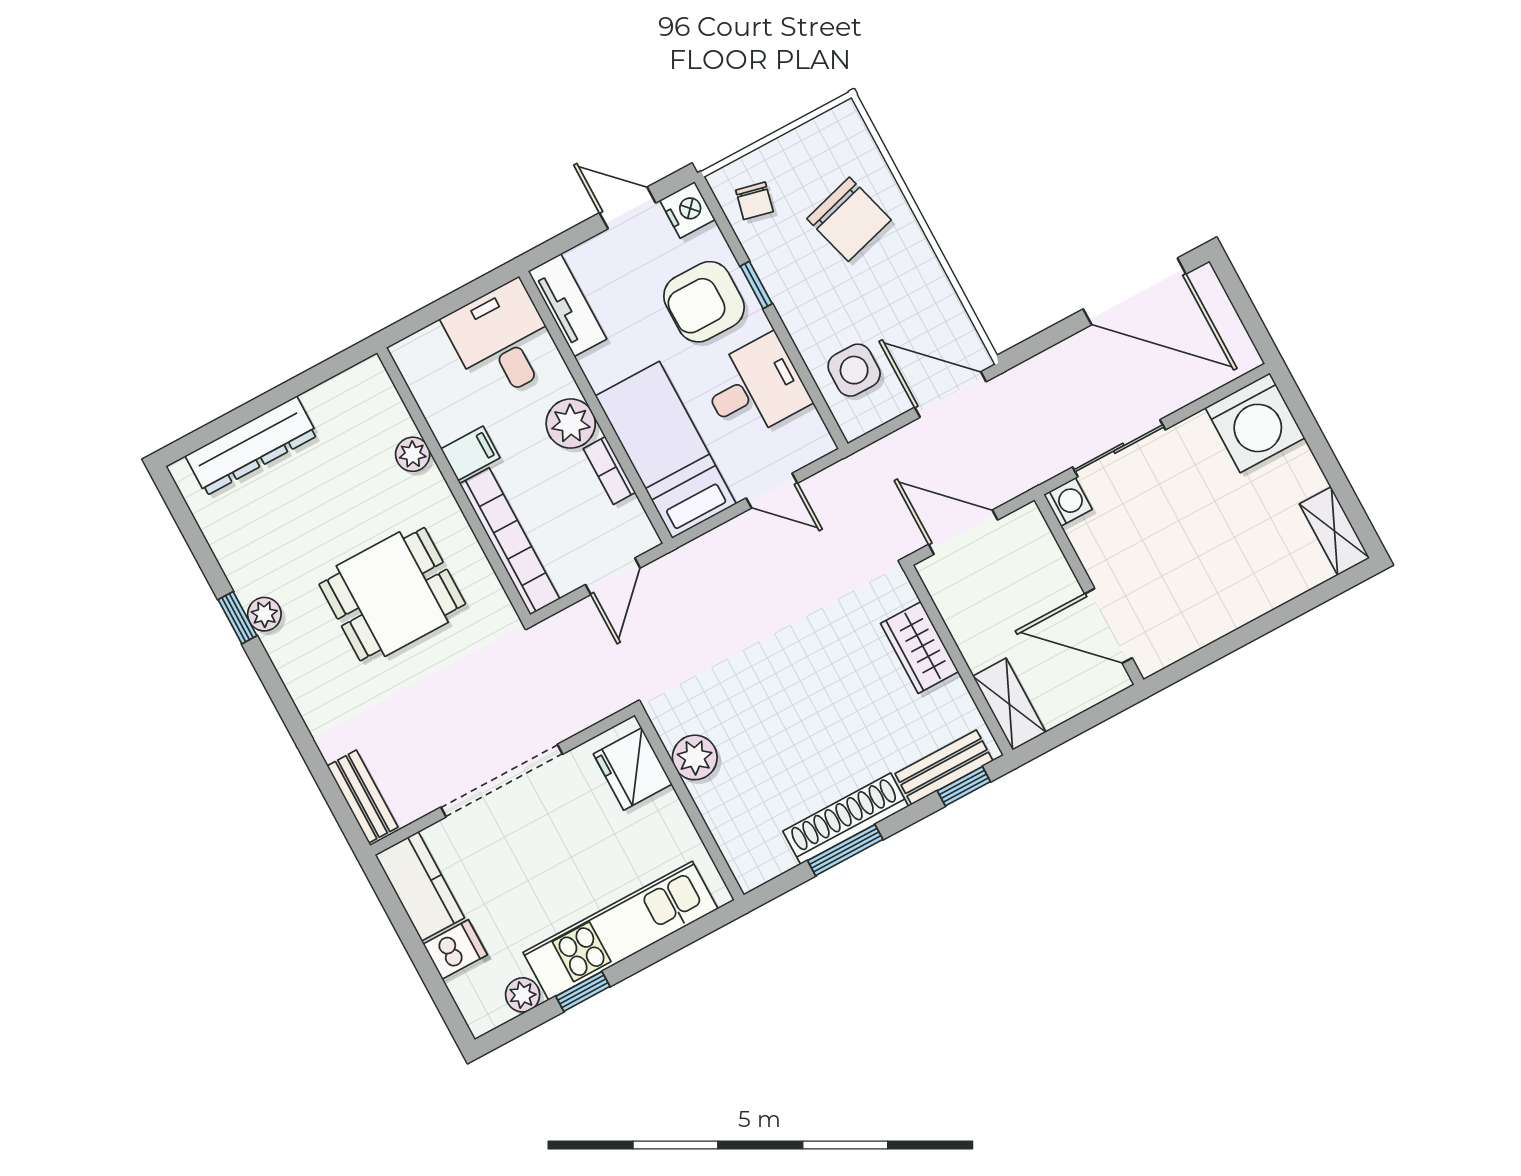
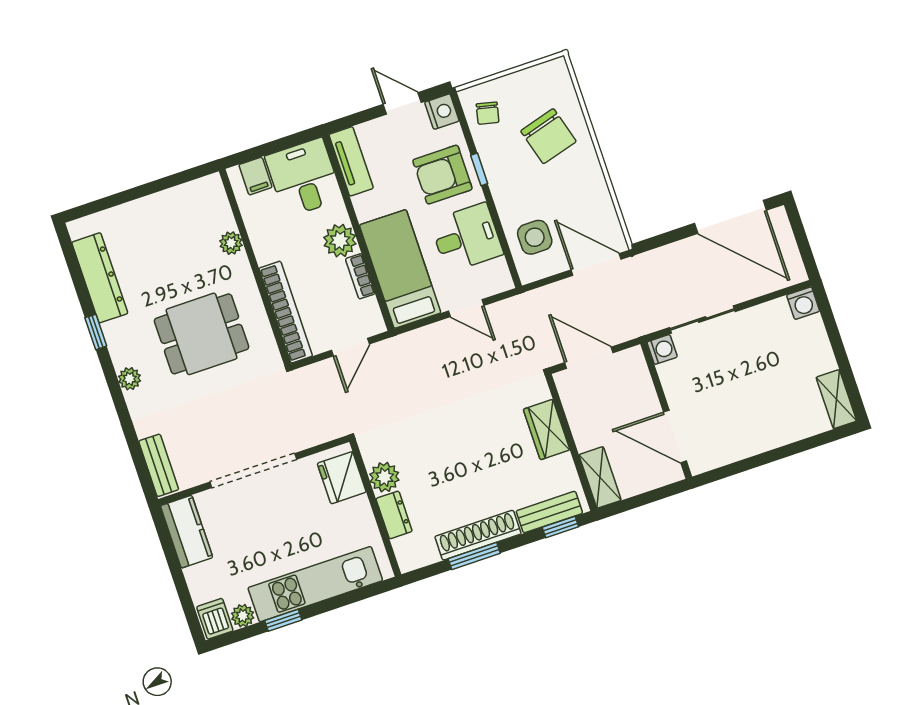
washing machine: (1255, 423) -> (803, 303), width x0.53, depth x0.53
dresser: (251, 446) -> (100, 278), moved, turned -90
filing cabinet: (470, 453) -> (255, 176), moved, turned 90
plant: (264, 614) -> (130, 379), moved
dresser: (718, 810) -> (394, 515), added
dishwasher: (455, 950) -> (215, 619), moved, turned -90

